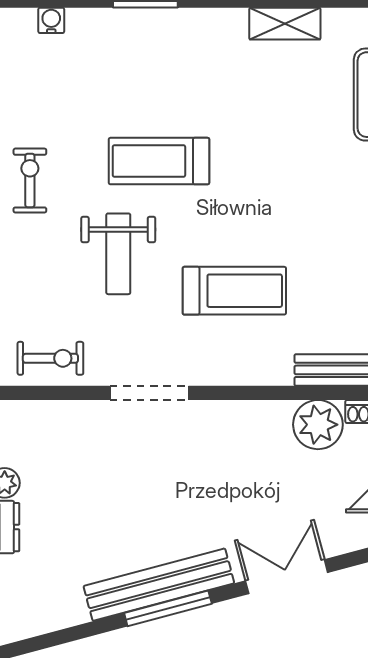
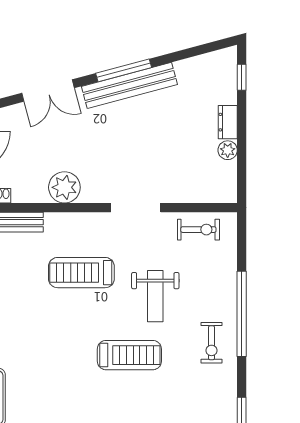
weight bench: (118, 254) -> (155, 296), turned 180
exercise bike: (50, 358) -> (198, 230), turned 180
plant: (318, 425) -> (64, 187), moved

